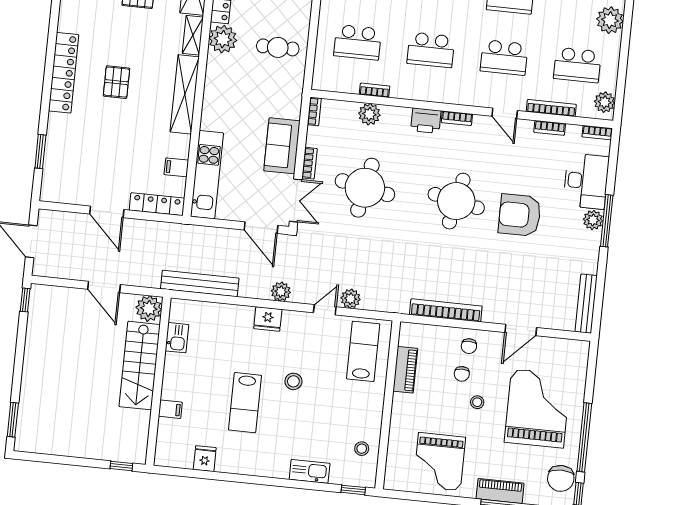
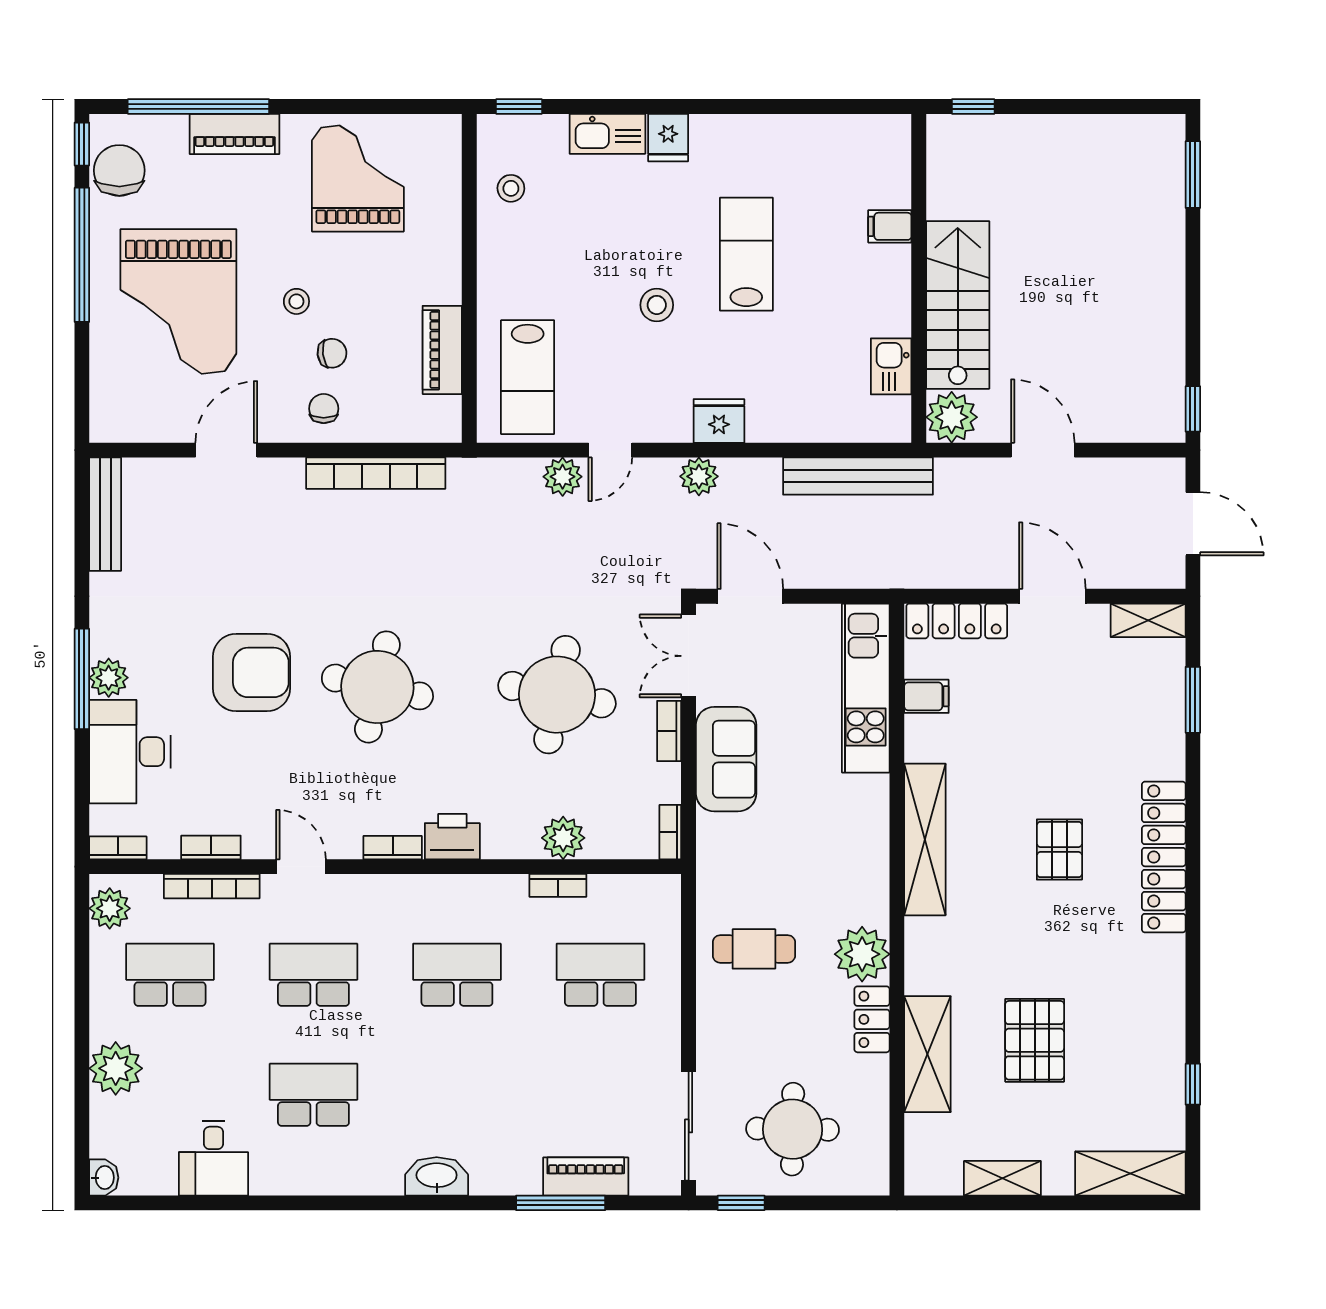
shelving: (193, 35) -> (1148, 620), moved, turned 90
chair: (462, 374) -> (332, 353), turned 83
fridge: (205, 459) -> (668, 138), moved

